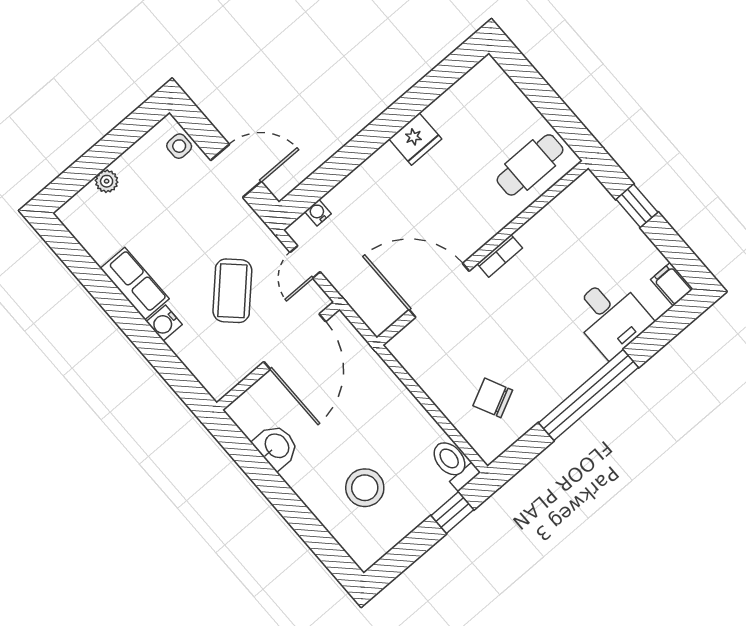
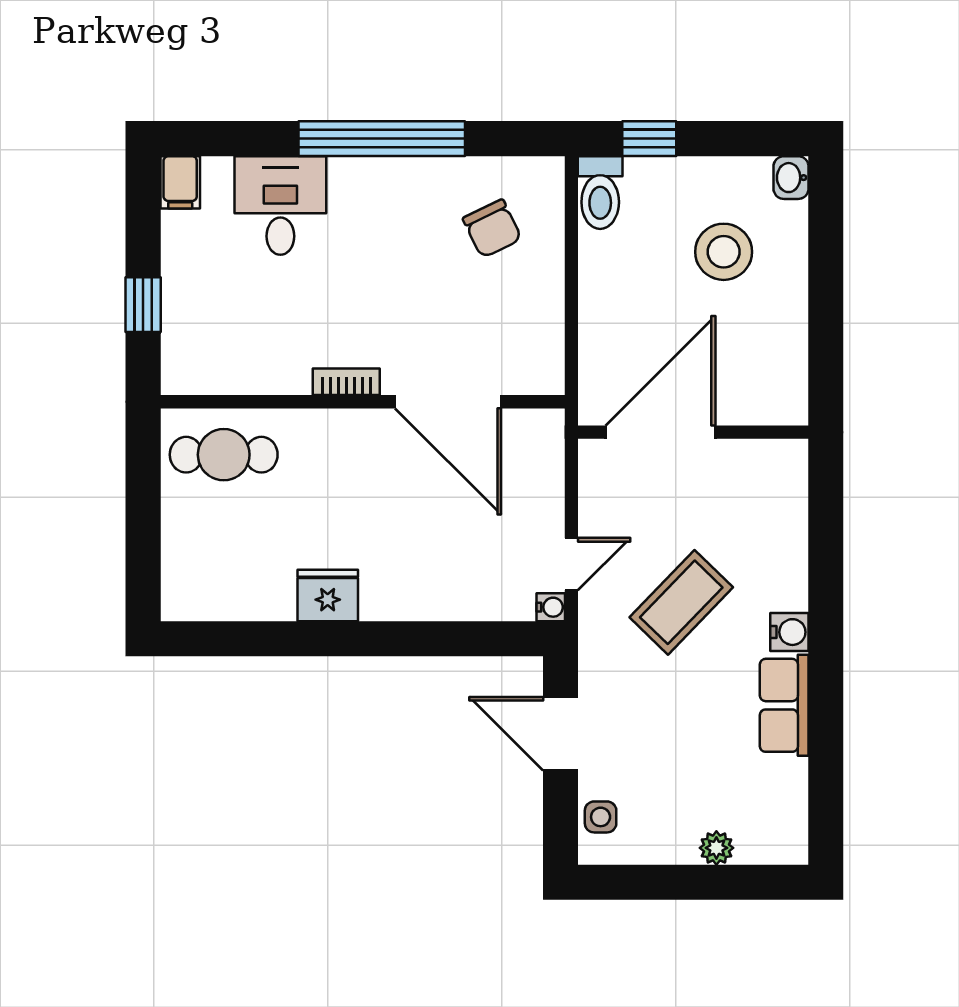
water cooler: (318, 213) -> (551, 607), moved, turned -90
door: (295, 342) -> (660, 432), moved
wall: (278, 356) -> (693, 432), moved
washbasin: (276, 446) -> (791, 178), moved, width x0.72, depth x0.69

